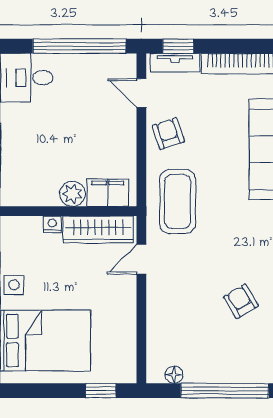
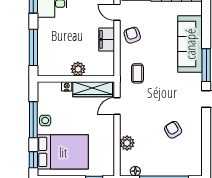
filing cabinet: (108, 193) -> (107, 39), moved, turned -90
coffee table: (178, 201) -> (137, 73), width x0.54, depth x0.58
plant: (159, 325) -> (127, 143), added

